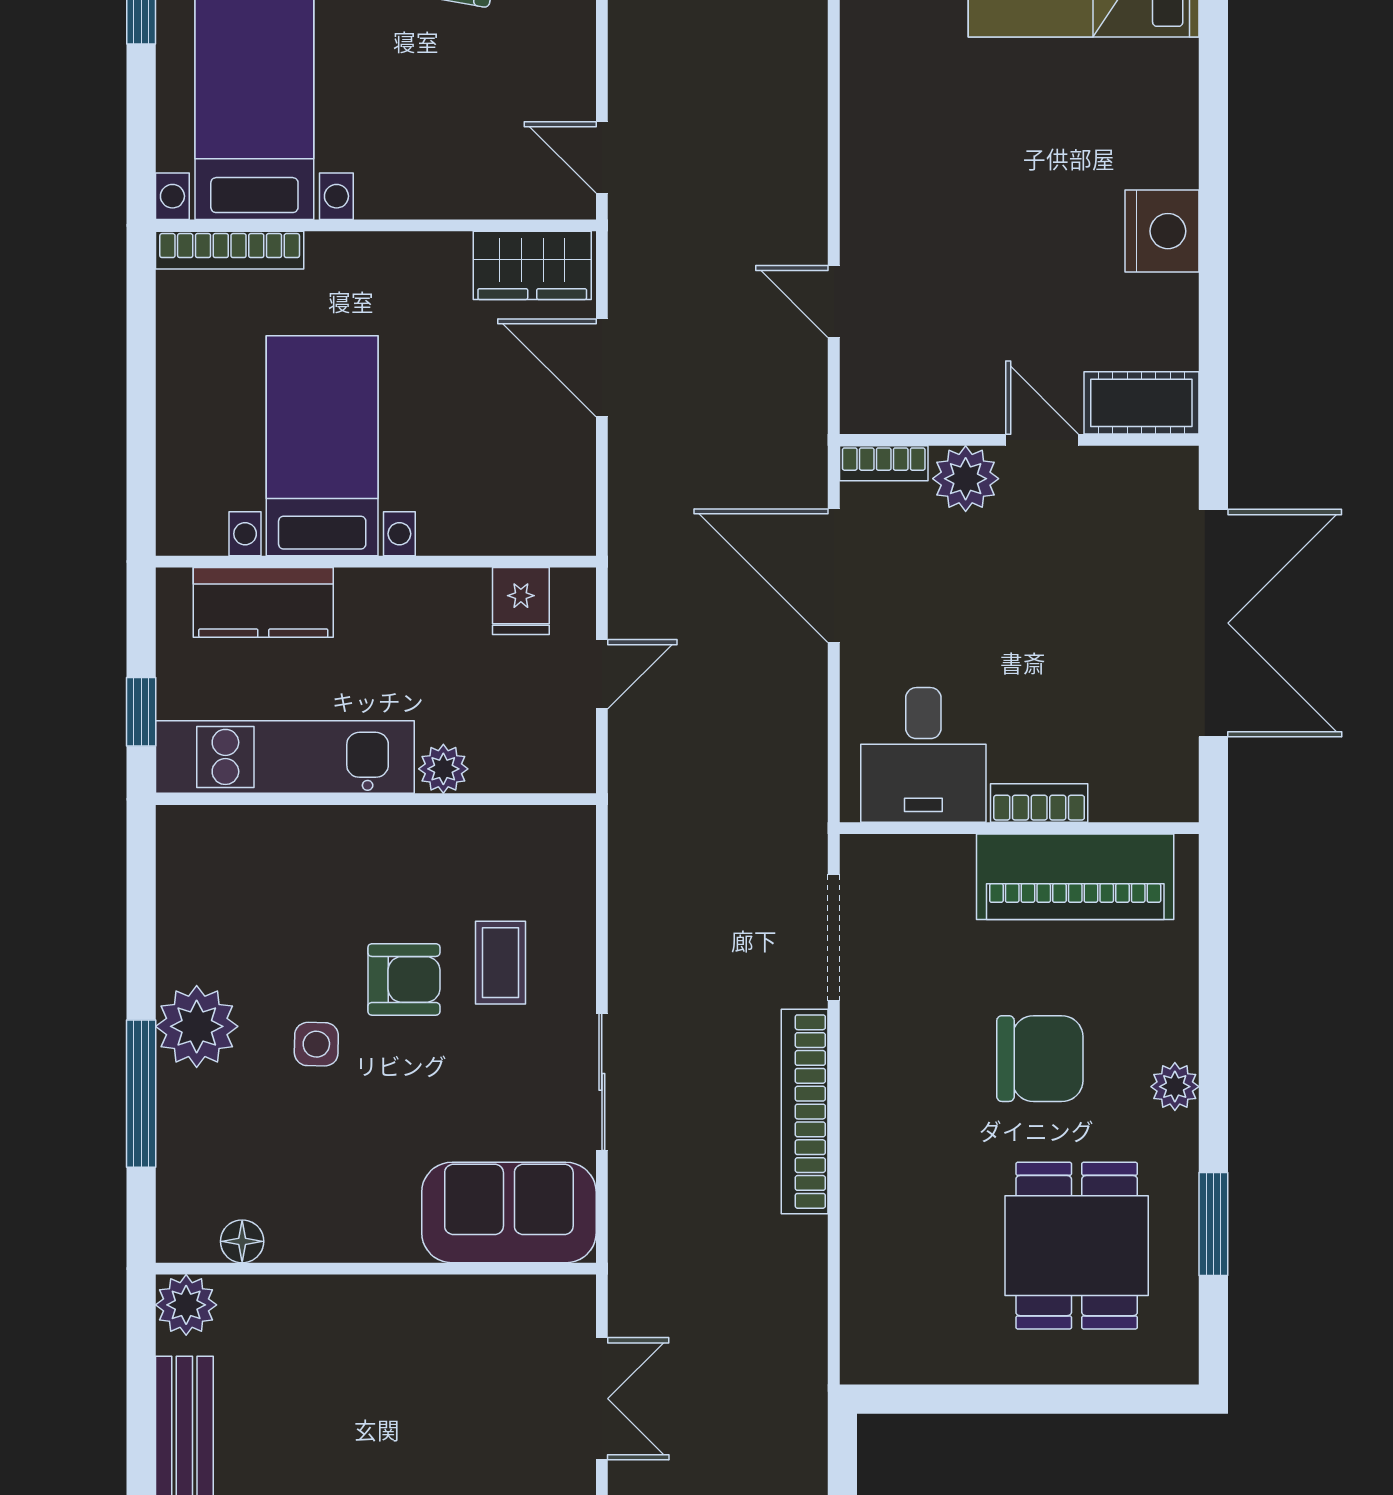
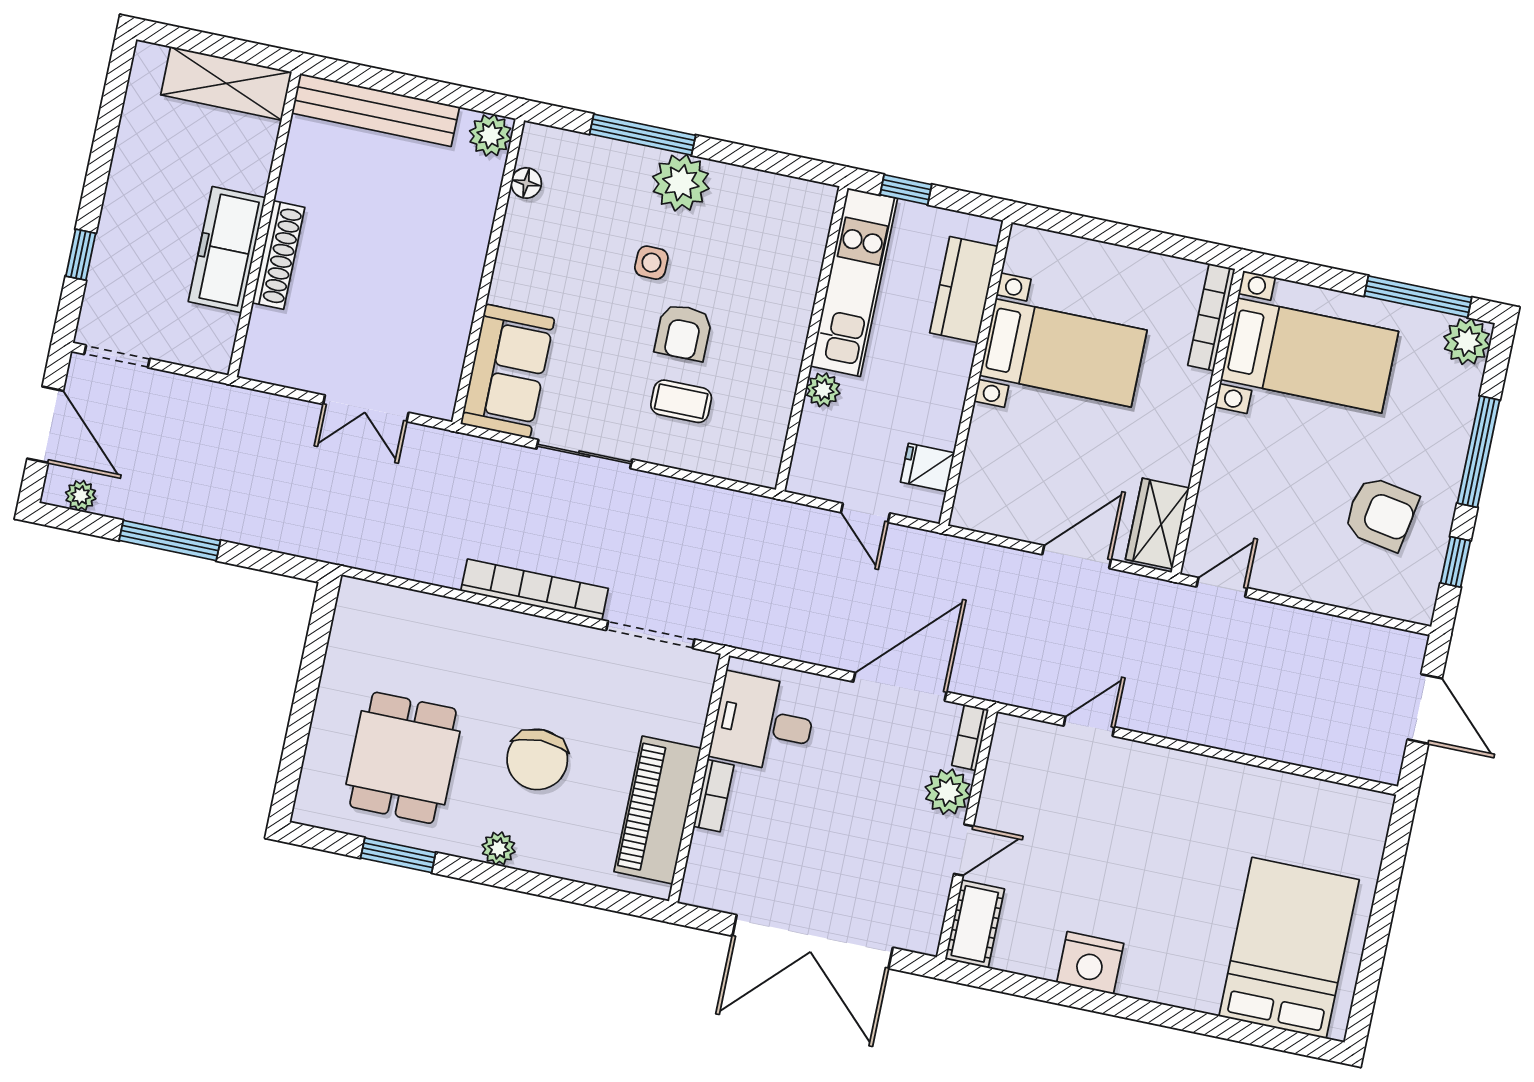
dining table: (1077, 1246) -> (403, 758), turned 90

